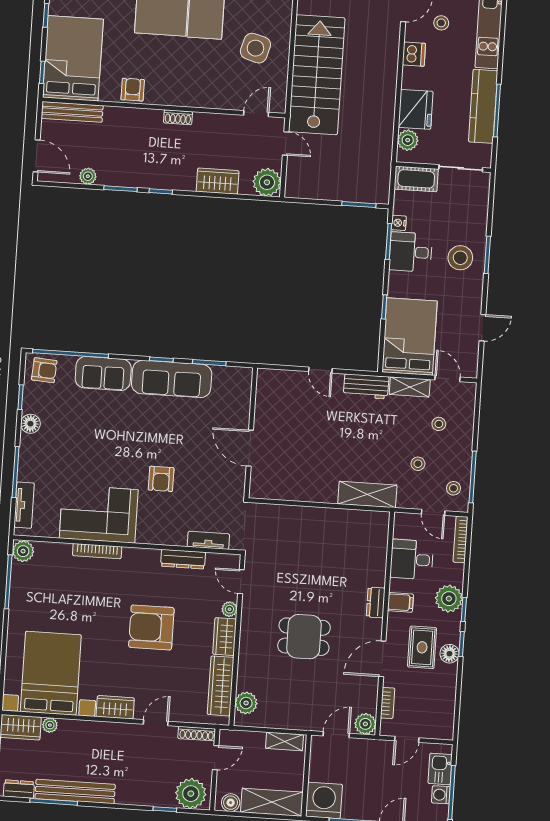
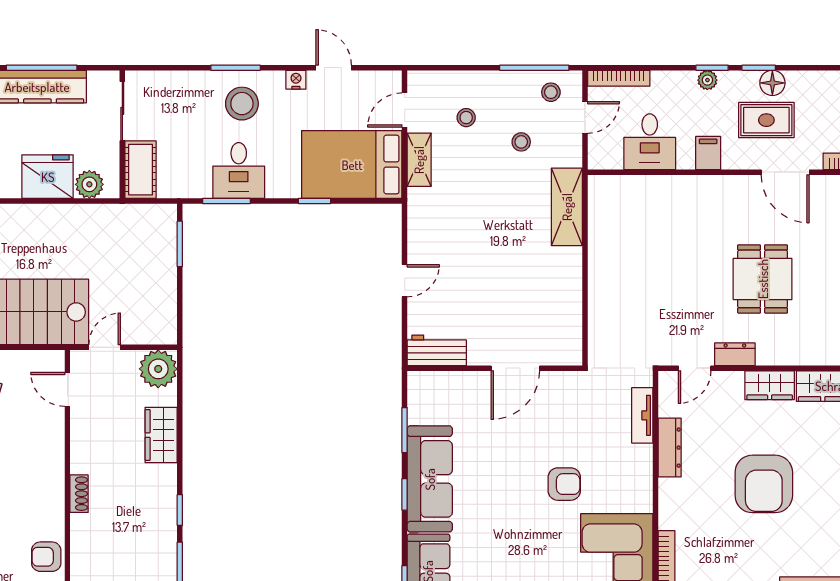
nightstand: (399, 223) -> (296, 80), moved, turned 180
workbench: (366, 386) -> (437, 350), moved, turned -90
plant: (449, 599) -> (707, 80), width x0.53, depth x0.53
dresser: (376, 603) -> (735, 354), moved, turned 180
plant: (229, 609) -> (732, 381), removed

